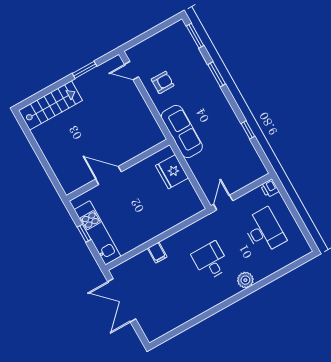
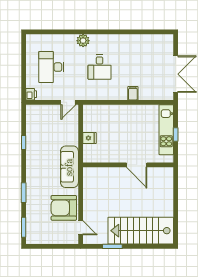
armchair: (163, 82) -> (64, 208), width x1.88, depth x1.88
stairs: (50, 105) -> (141, 231), width x1.36, depth x1.51
fridge: (172, 172) -> (89, 138), width x0.53, depth x0.75

